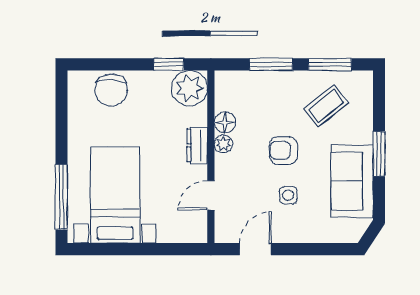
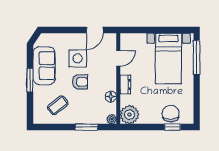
window: (169, 64) -> (172, 127), moved
window: (330, 64) -> (56, 127), removed
plant: (223, 144) -> (112, 119), moved
side table: (288, 195) -> (78, 58), width x1.87, depth x1.87

